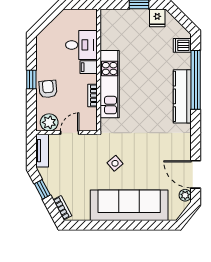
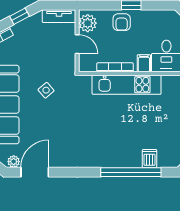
dishwasher: (182, 45) -> (149, 159), moved
armchair: (48, 89) -> (122, 22), turned 95
bookcase: (93, 96) -> (115, 67), width x1.56
kitchen counter: (182, 96) -> (114, 159), removed

